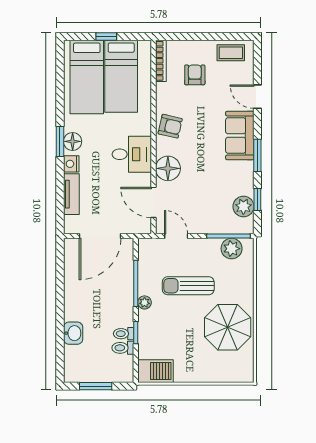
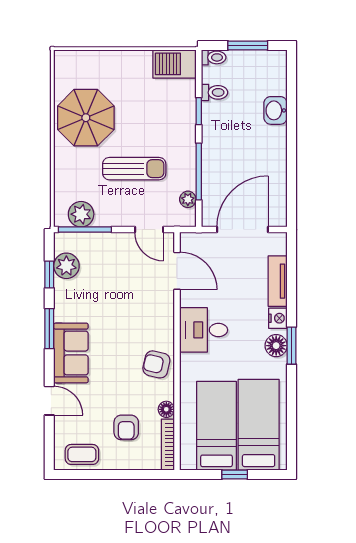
floor lamp: (168, 168) -> (166, 409), moved, width x0.53, depth x0.53
plant: (145, 302) -> (188, 199), moved
toilet: (124, 334) -> (214, 57), moved

